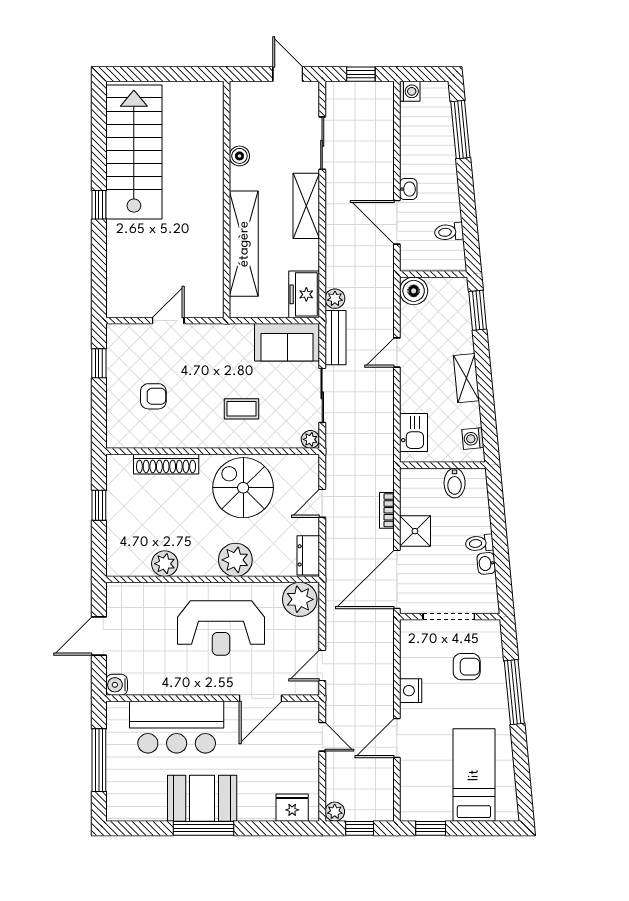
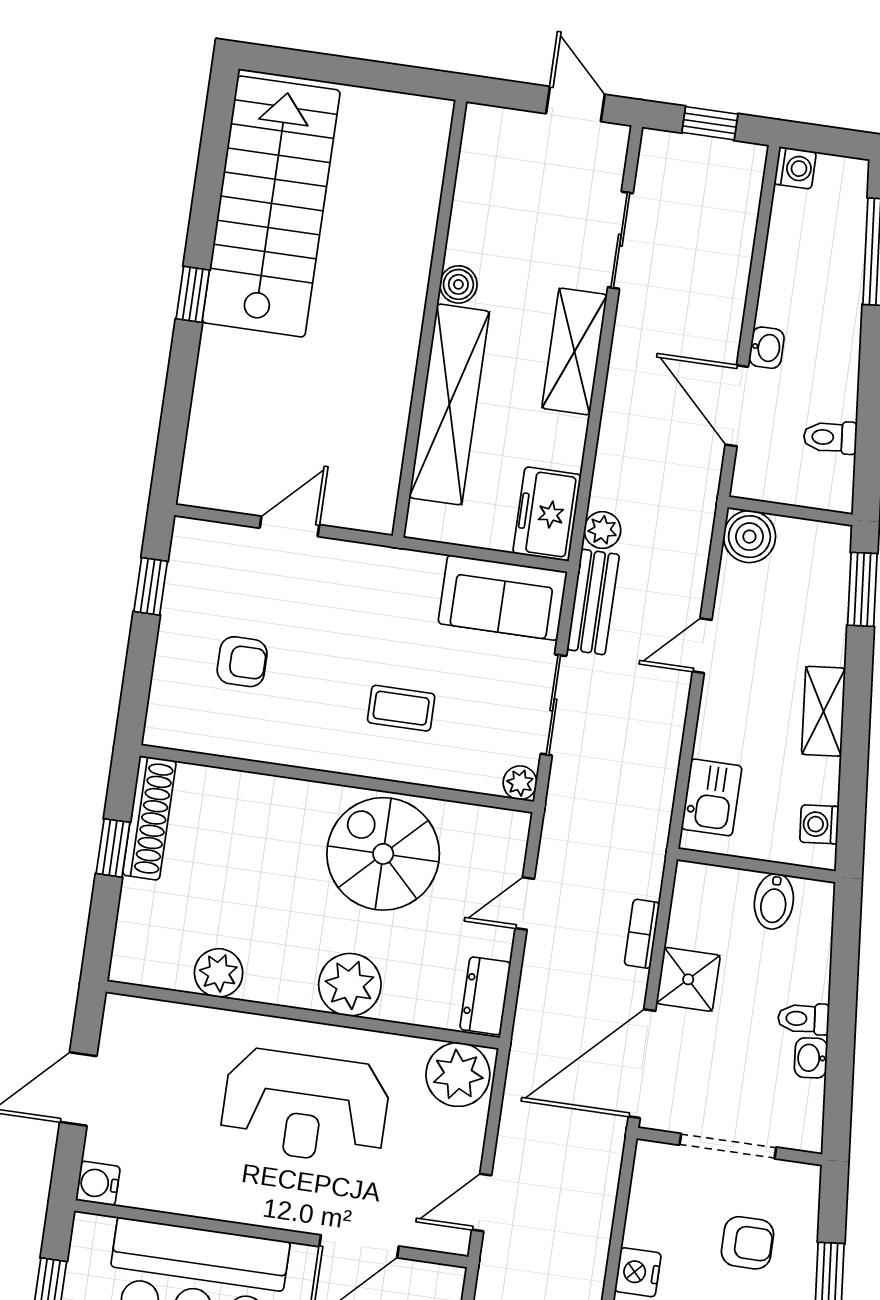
boiler: (239, 156) -> (458, 284), moved
shoe rack: (166, 464) -> (149, 818), moved, turned -90

